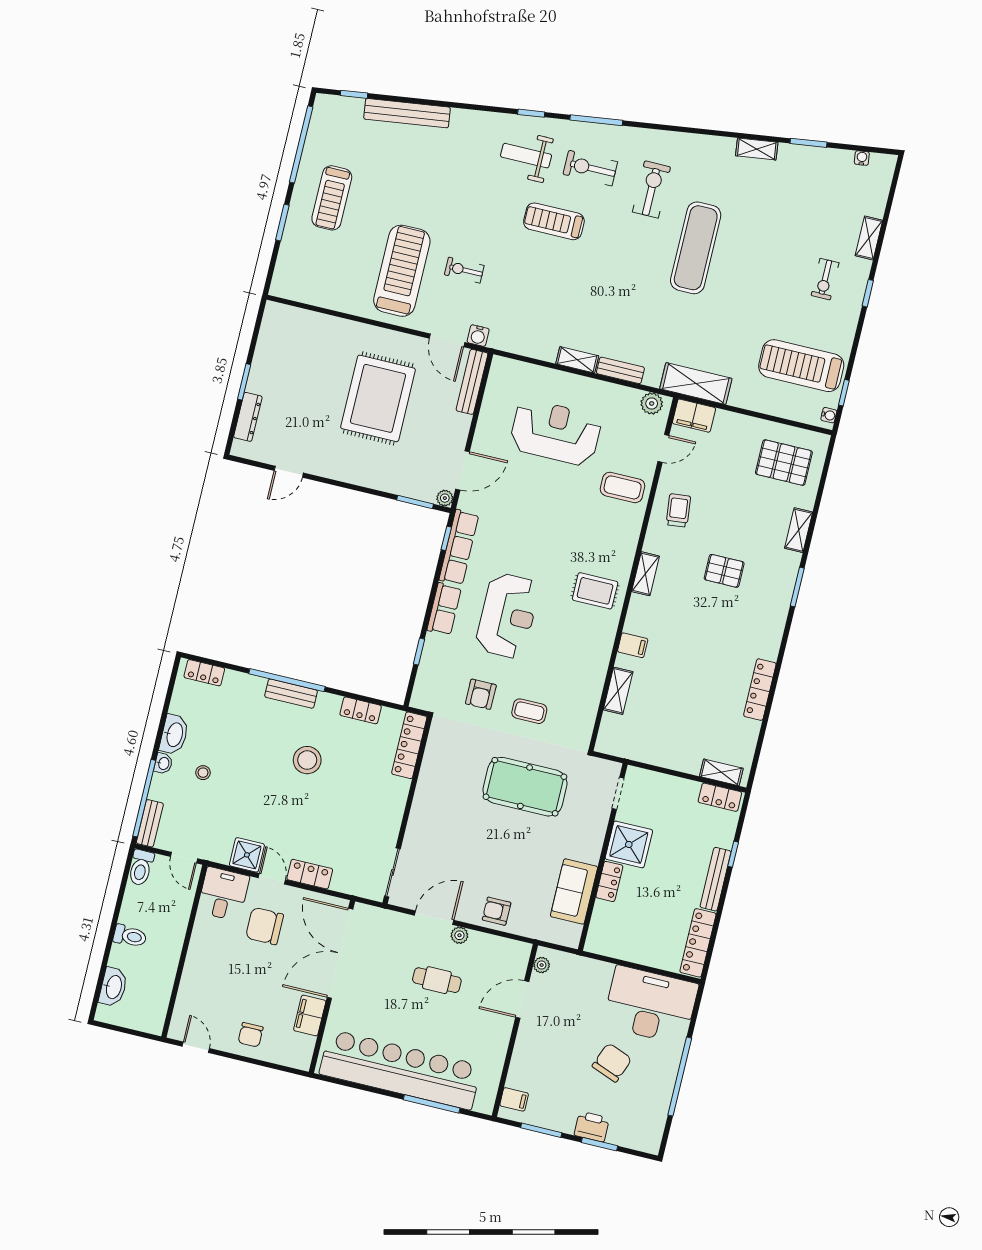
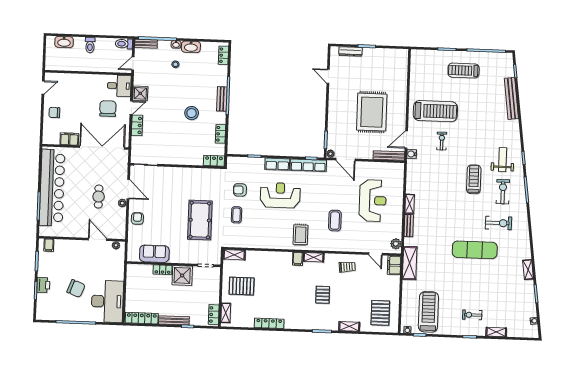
rug: (378, 398) -> (372, 112), turned 90
coffee table: (623, 487) -> (335, 221), moved
reception desk: (508, 616) -> (280, 195), turned 180
filing cabinet: (633, 645) -> (298, 259), moved
shelving: (618, 691) -> (234, 255), moved
pallet: (674, 730) -> (242, 286), added
locker: (409, 745) -> (214, 161), width x0.66

